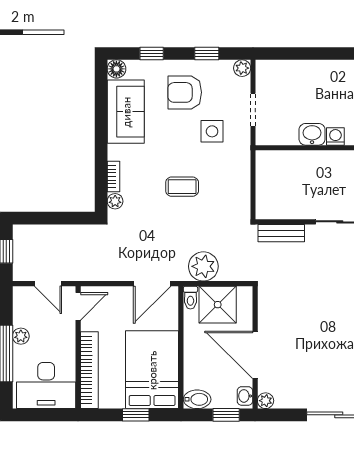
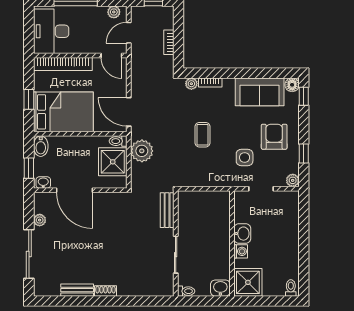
window: (152, 54) -> (304, 96), moved
bookcase: (61, 231) -> (169, 42), added
plant: (21, 336) -> (114, 12), moved
door: (255, 355) -> (74, 190), swing flipped
plant: (266, 401) -> (40, 220), moved

